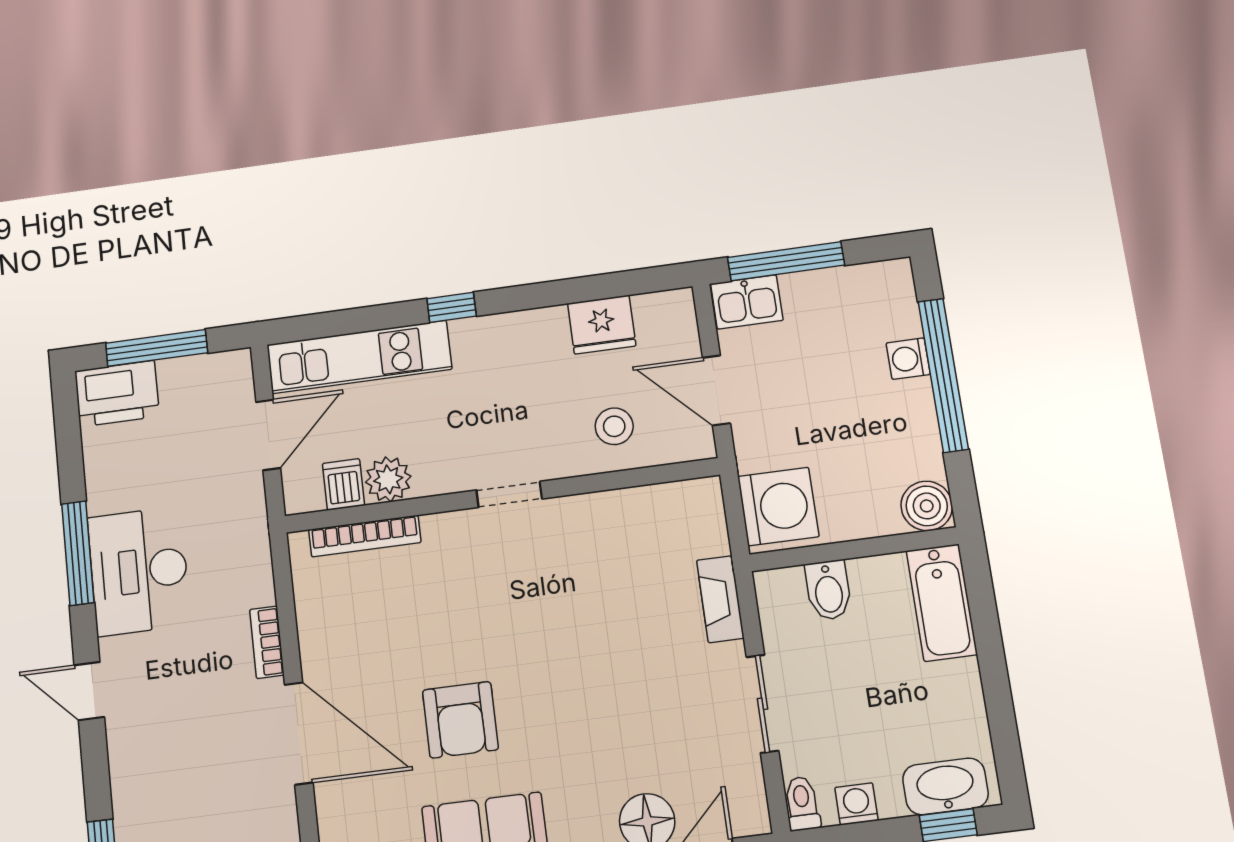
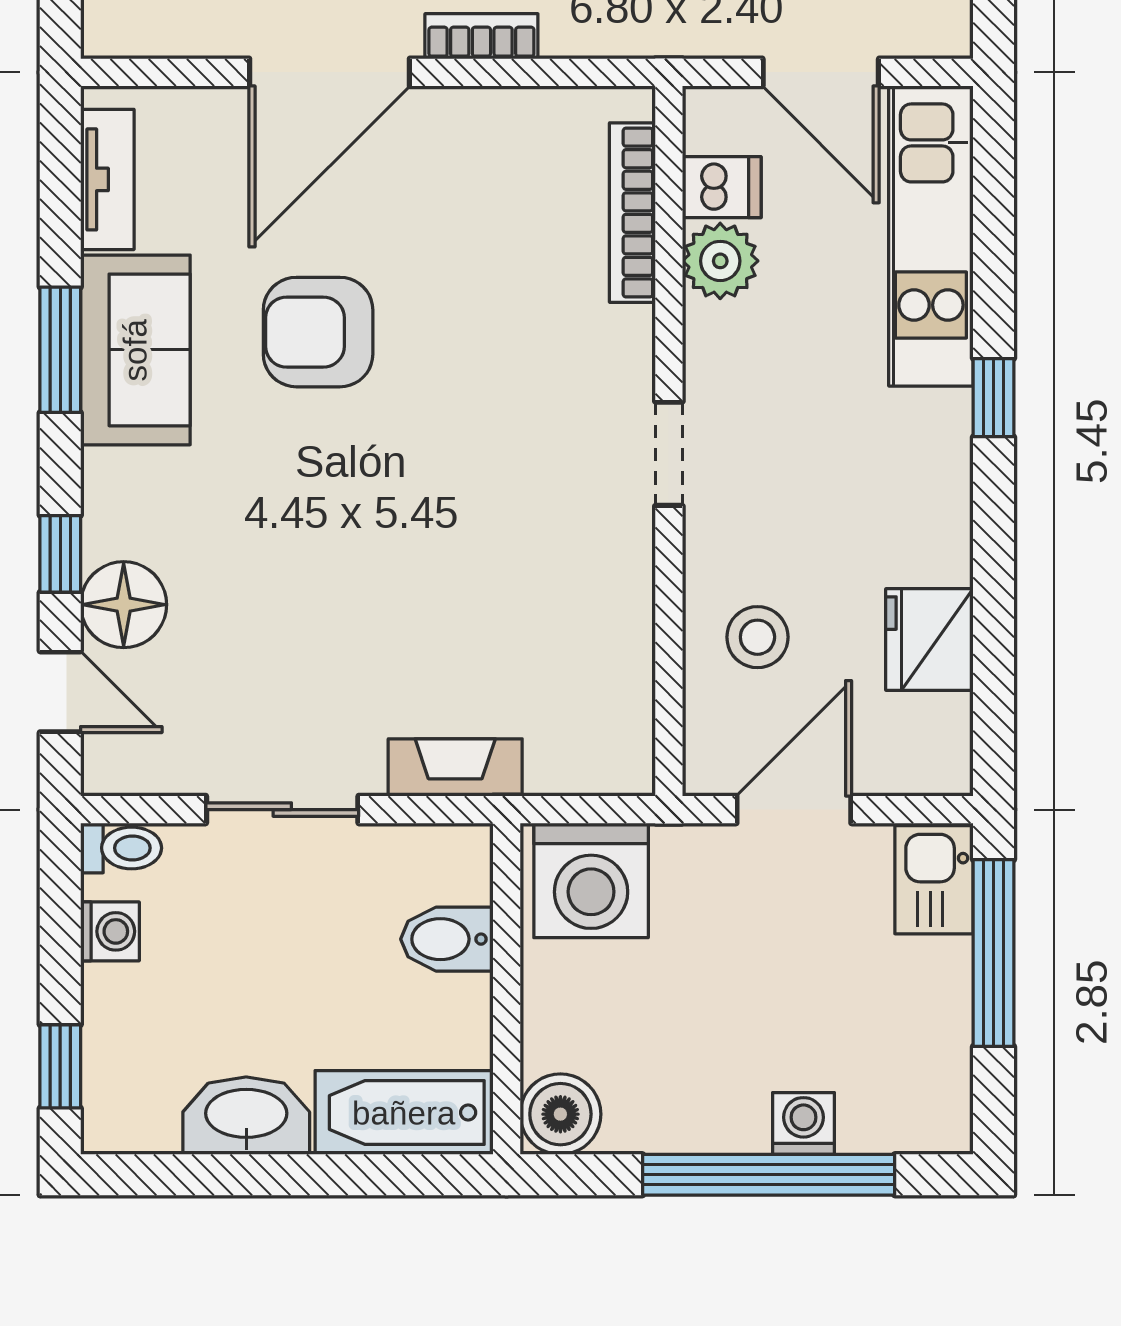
washbasin: (945, 786) -> (246, 1116), moved, turned -90

